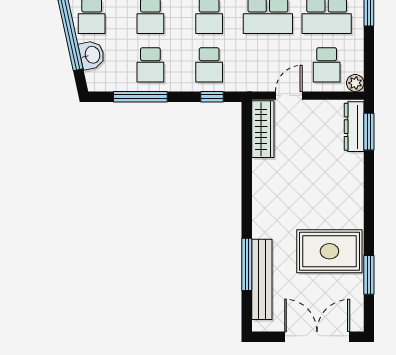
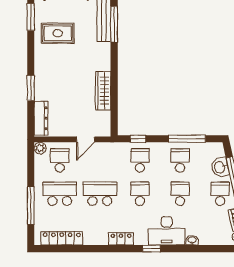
wardrobe: (263, 129) -> (103, 91), moved
window: (369, 132) -> (31, 88), moved
rug: (329, 251) -> (58, 33), width x0.73, depth x0.70

